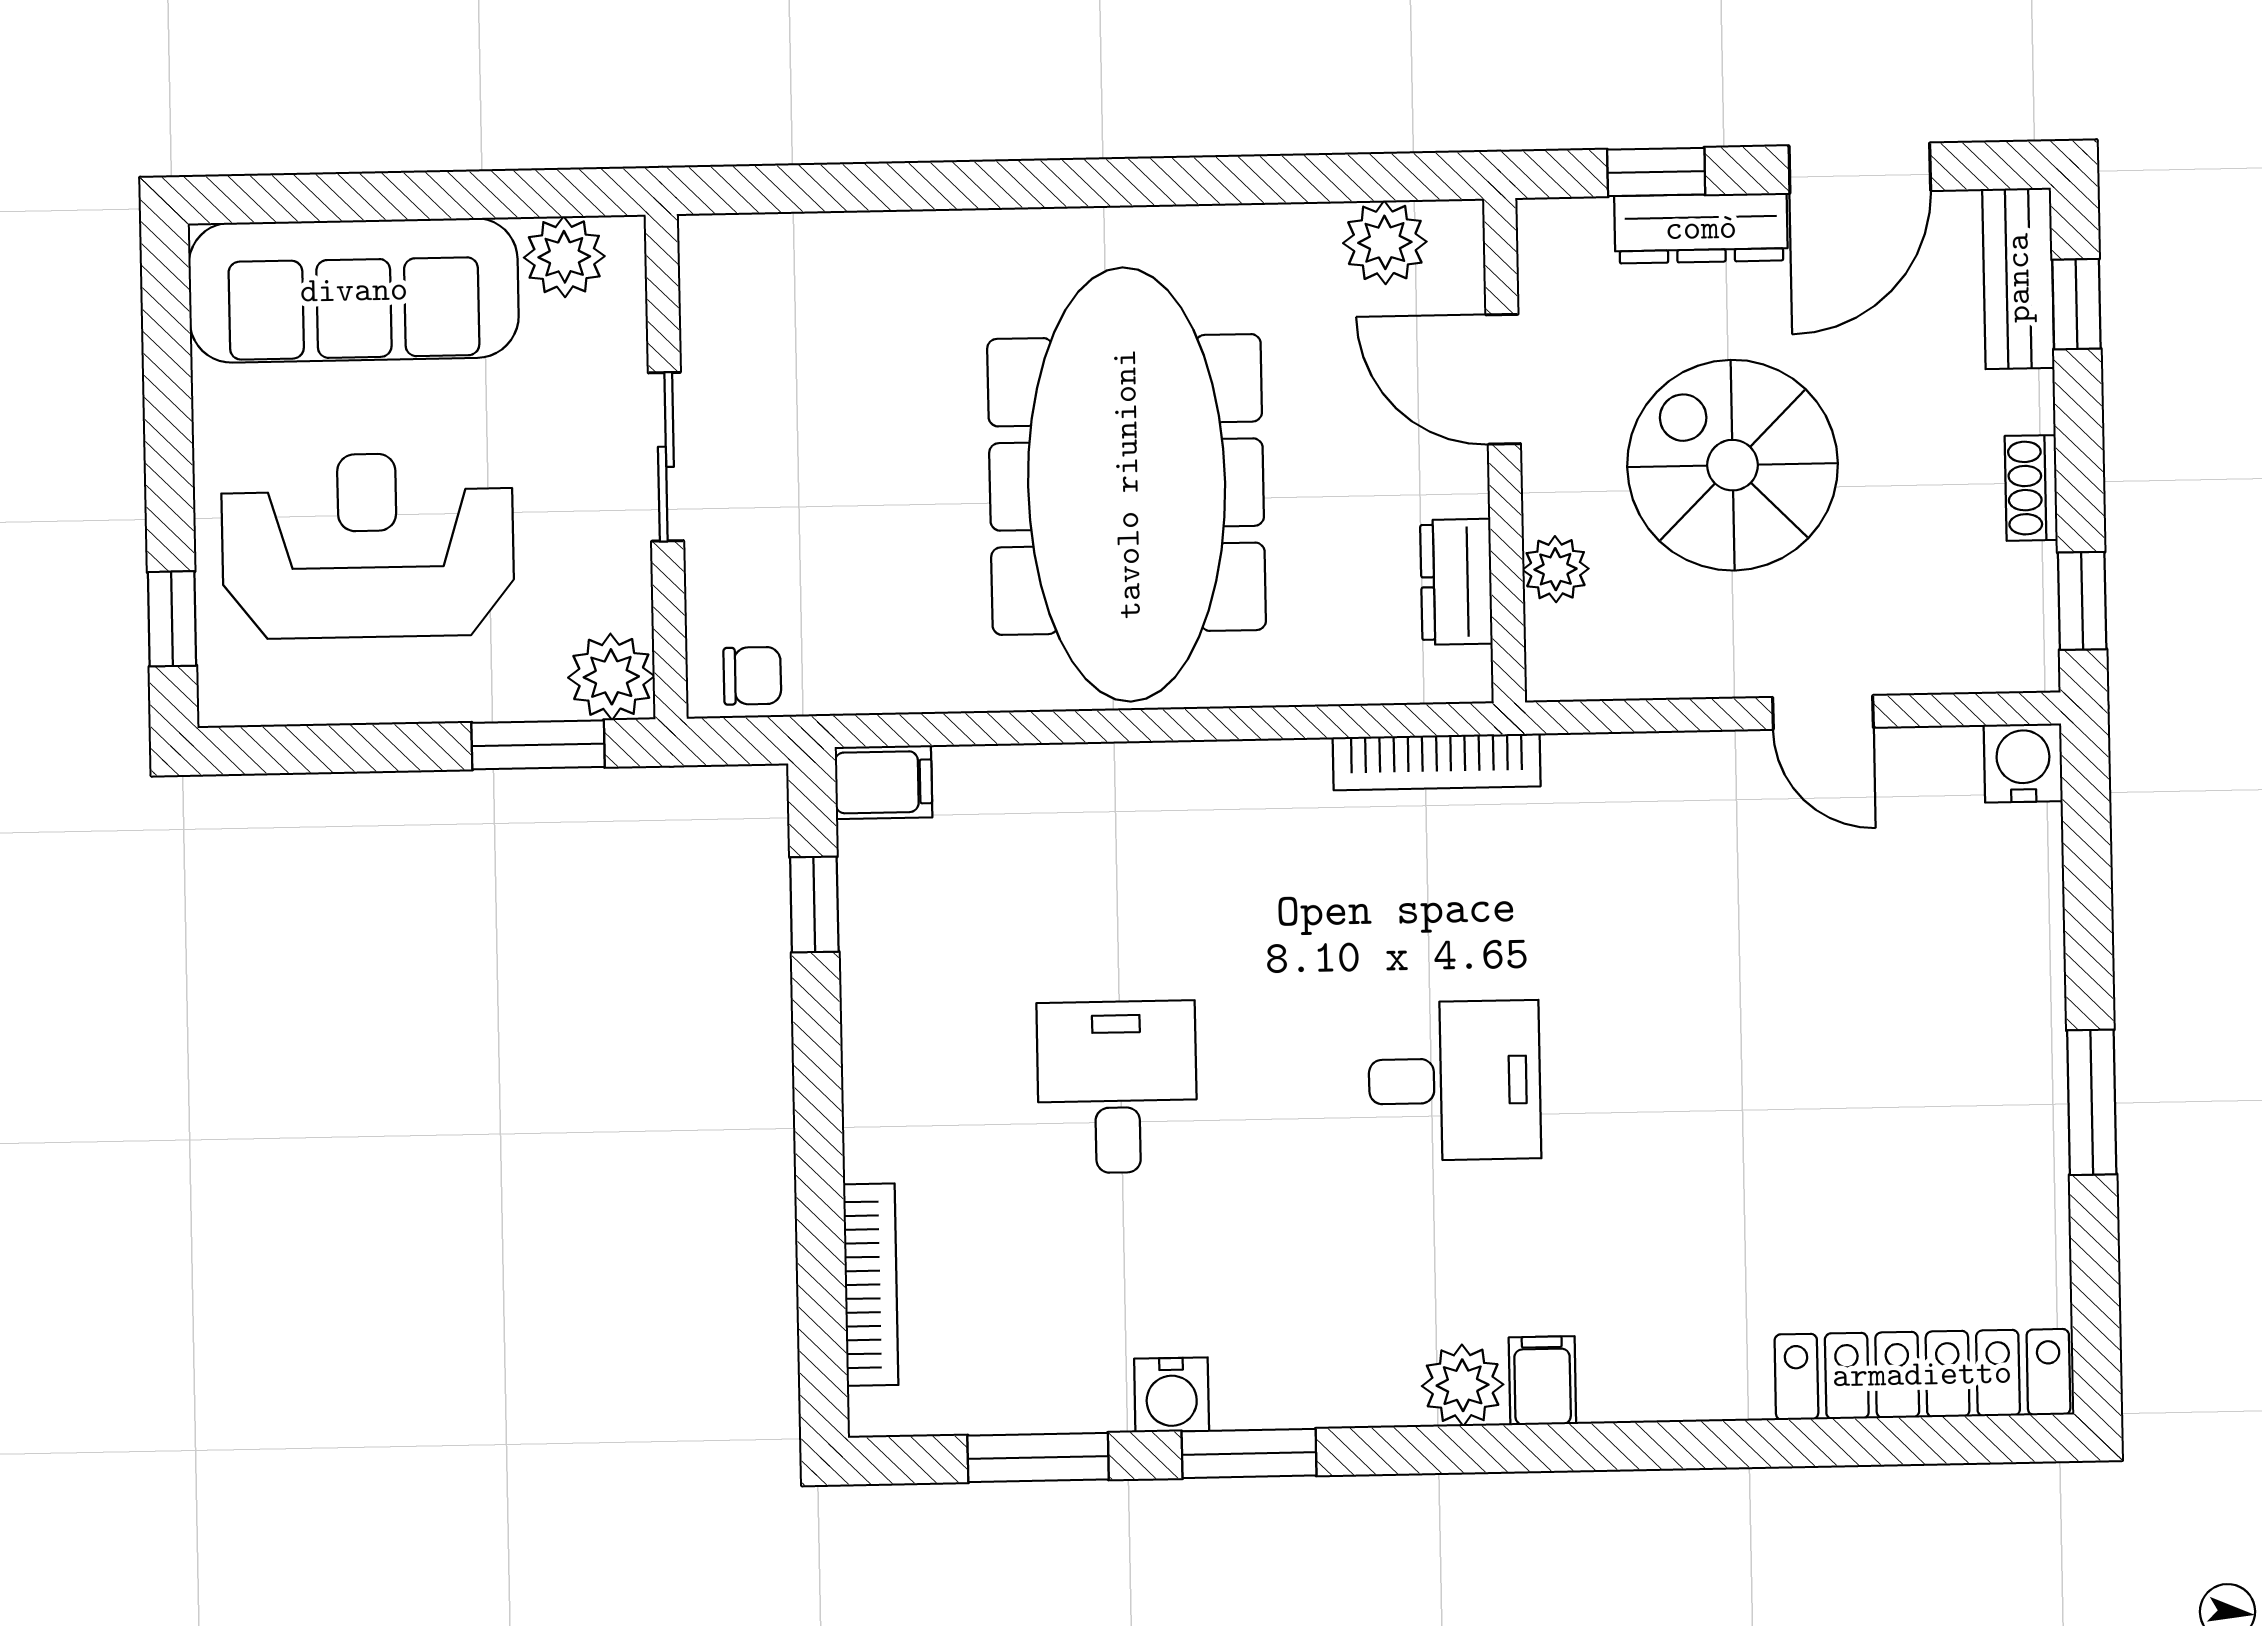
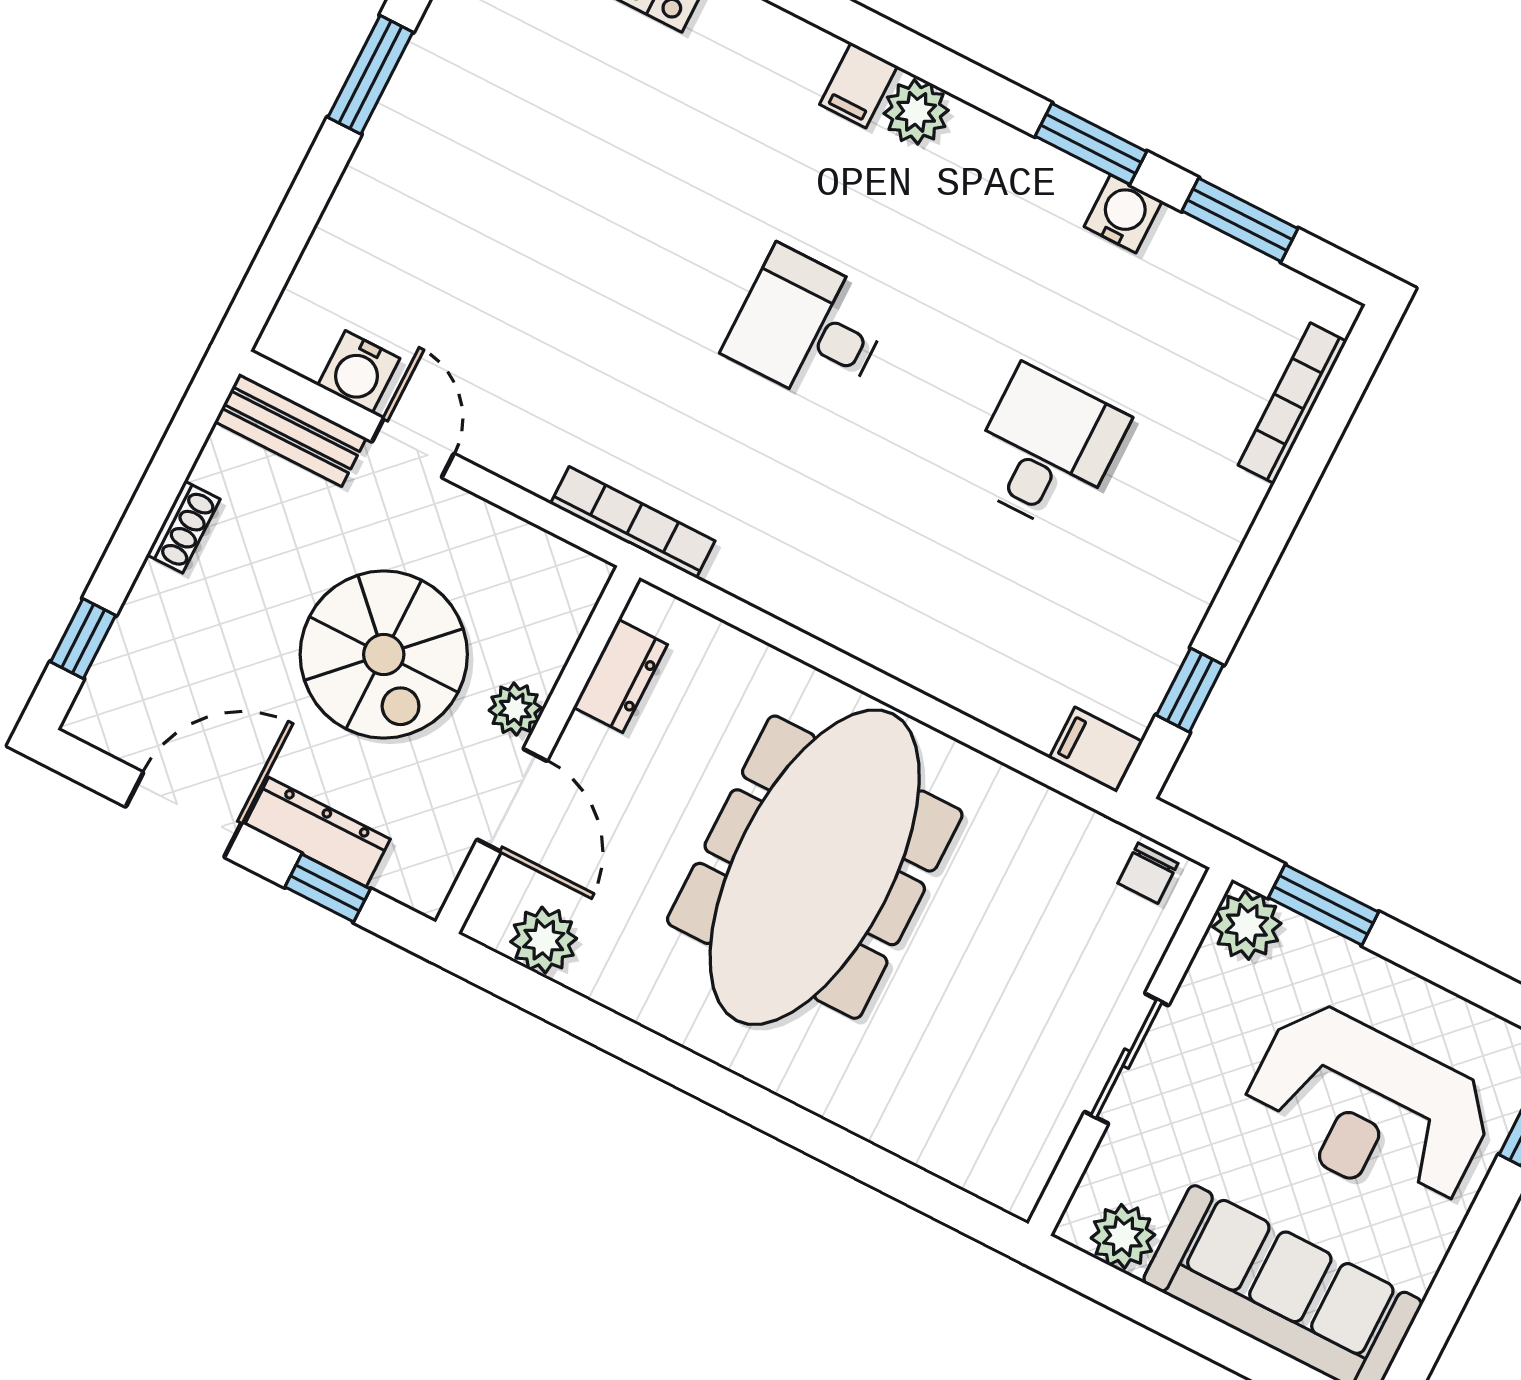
bench: (2018, 278) -> (290, 430), moved, turned 90
plant: (1556, 569) -> (515, 709), moved
window: (2082, 601) -> (190, 429), removed
chair: (752, 676) -> (1148, 873), turned -90
bookcase: (1437, 762) -> (633, 522), moved
water cooler: (2023, 763) -> (359, 372), moved
desk: (1117, 1087) -> (1046, 449), turned 180

